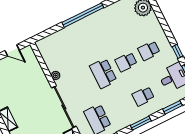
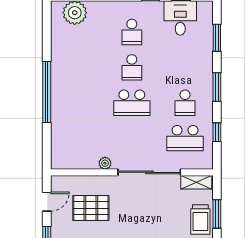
pallet: (22, 81) -> (91, 208), added
school desk: (143, 96) -> (185, 103), moved

